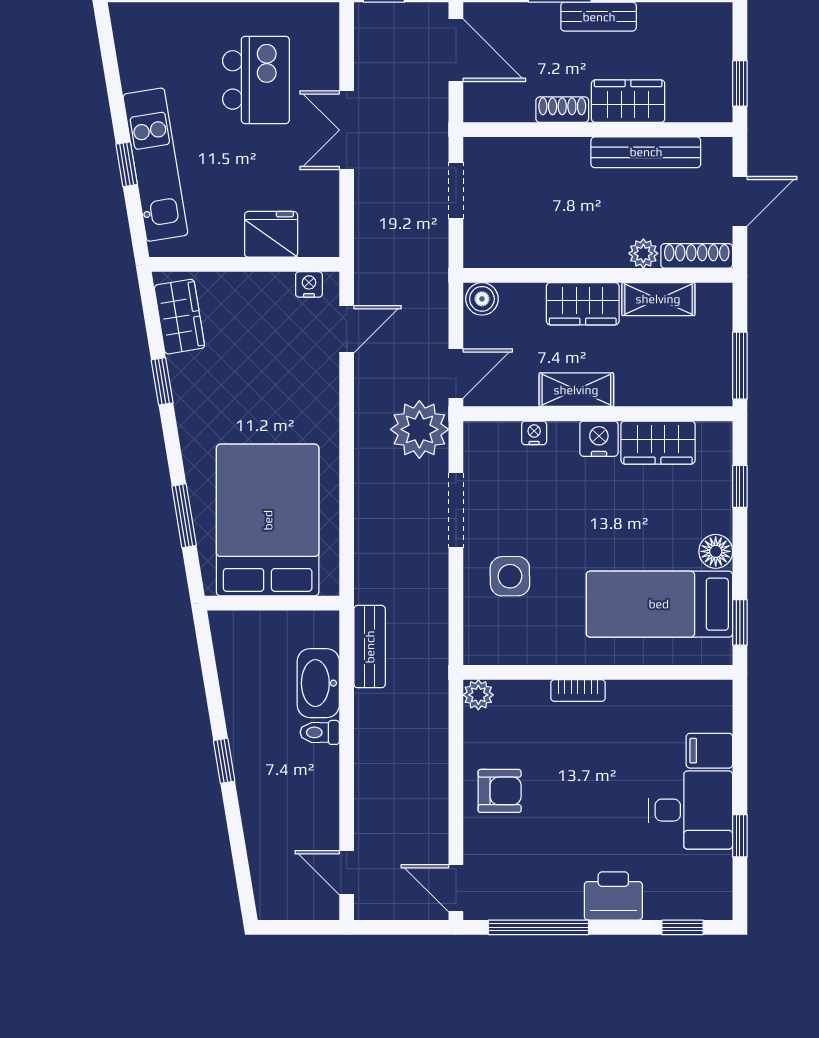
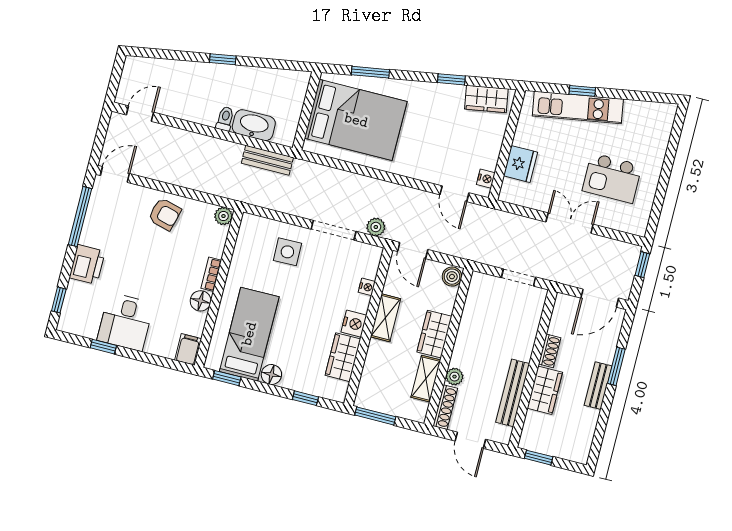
plant: (419, 429) -> (376, 227), width x0.53, depth x0.53
floor lamp: (625, 697) -> (201, 301), added
filing cabinet: (709, 751) -> (188, 349), moved
armchair: (500, 791) -> (165, 214), turned -75

